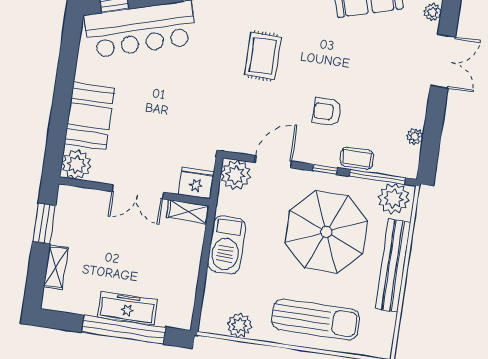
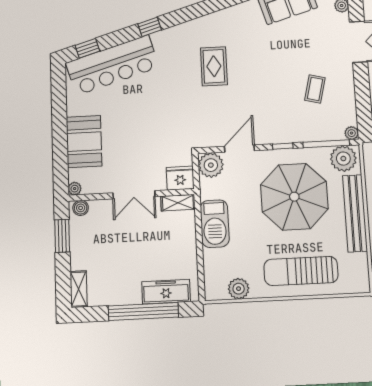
armchair: (327, 112) -> (274, 100), removed
plant: (415, 136) -> (352, 133), moved
coffee table: (357, 158) -> (315, 89), moved, turned -76
plant: (76, 165) -> (75, 189), width x0.53, depth x0.53
boiler: (72, 195) -> (81, 208), added
shelving: (56, 267) -> (79, 289), moved
freezer: (127, 308) -> (166, 292), moved
sun lounger: (316, 319) -> (301, 271), turned 180

